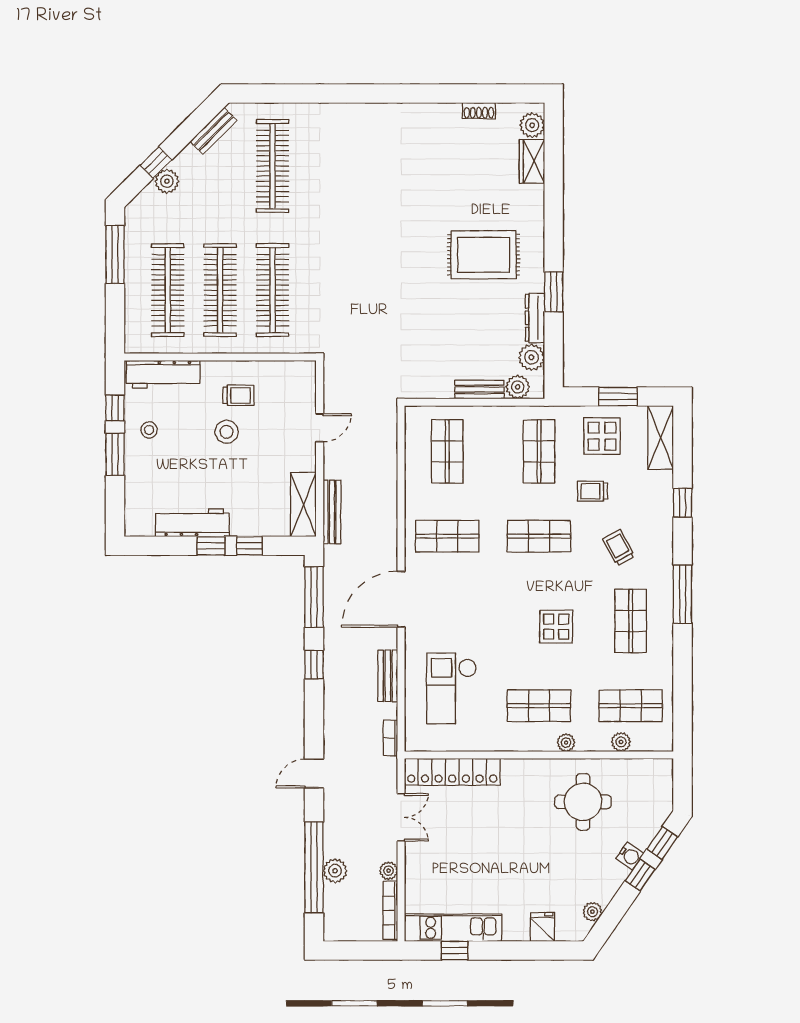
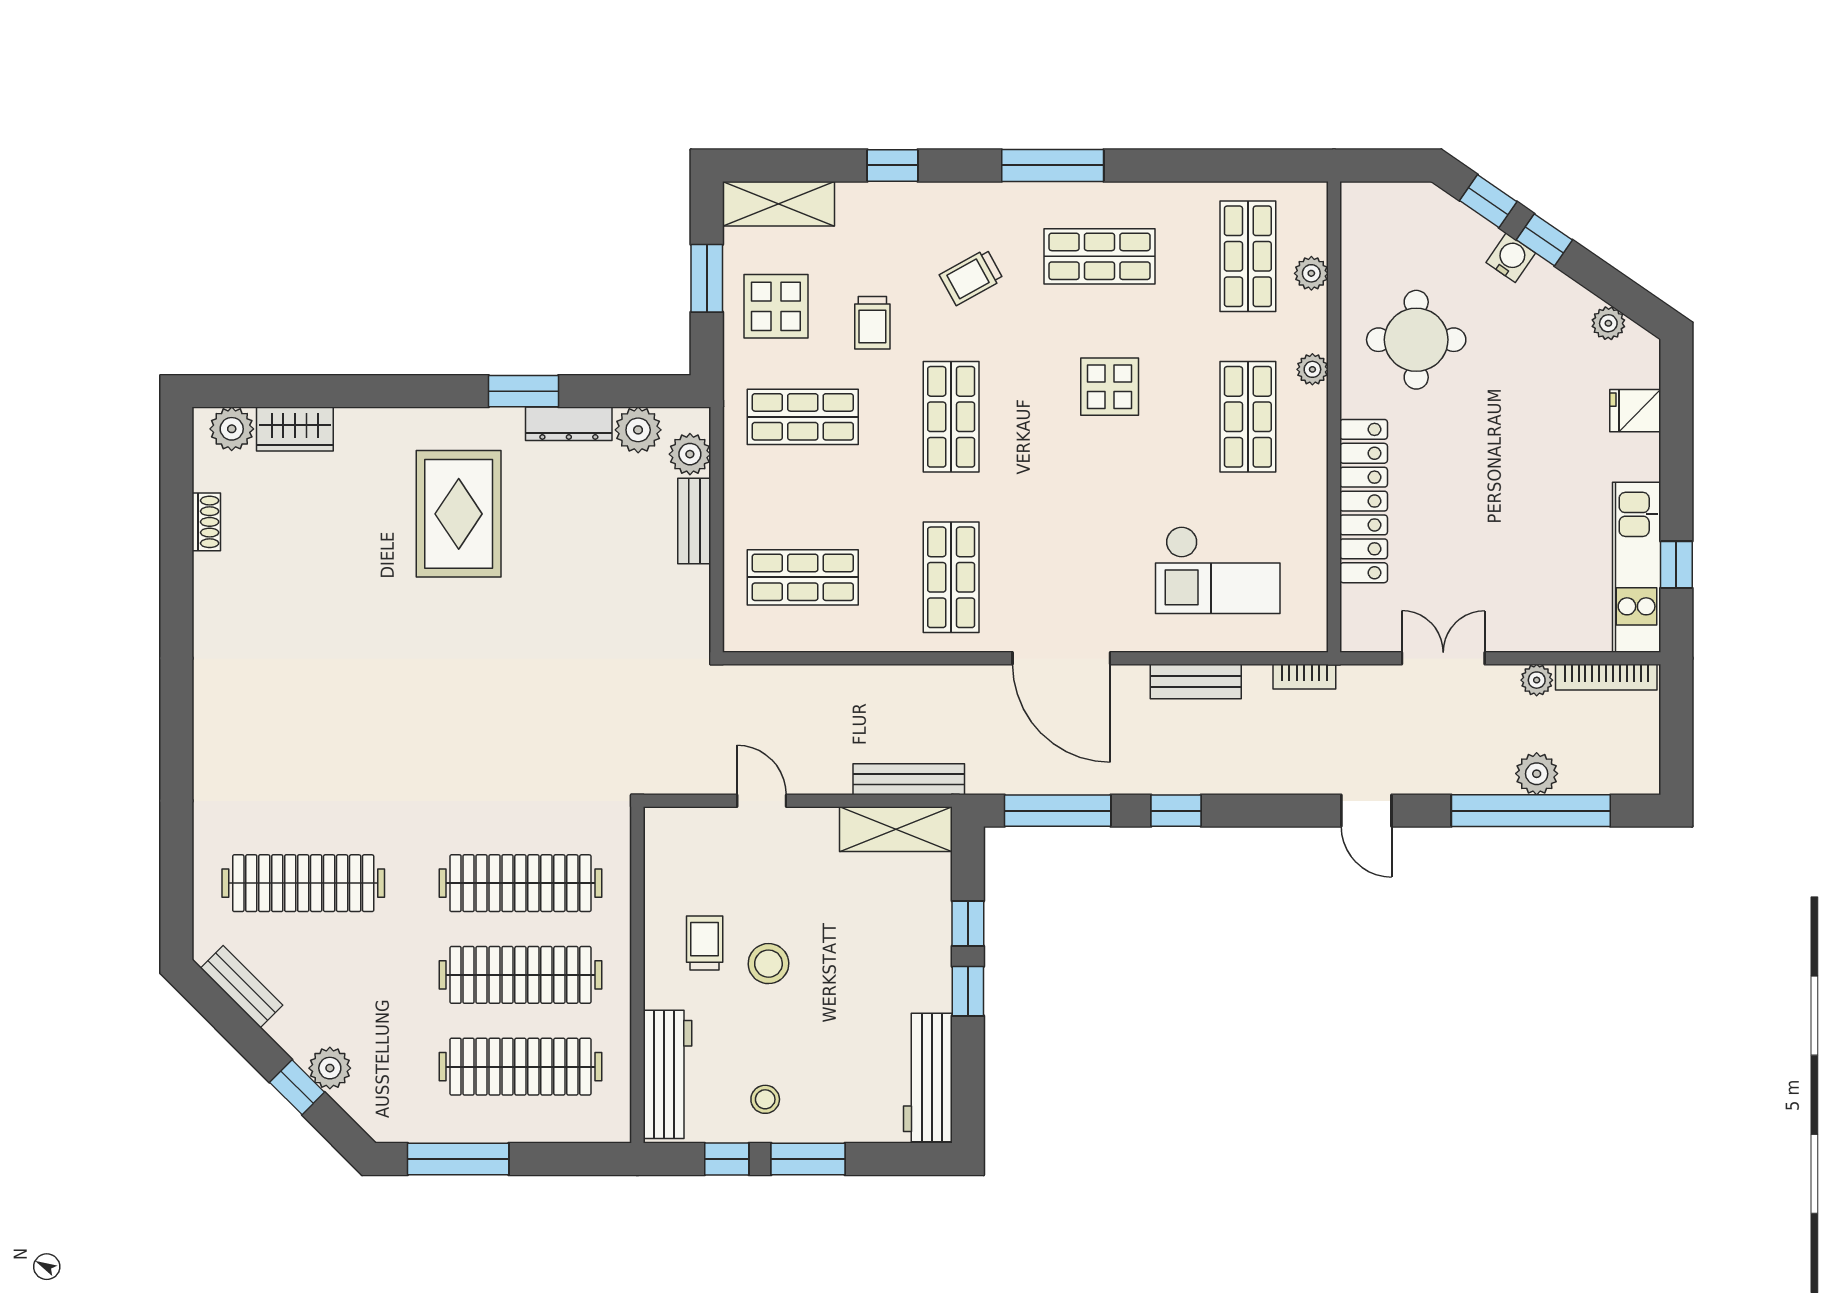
workbench: (192, 523) -> (928, 1077), moved
locker: (452, 772) -> (1364, 501), moved

